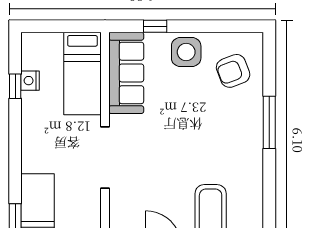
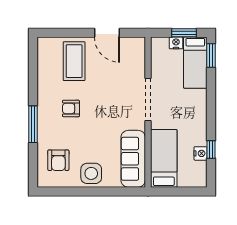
window: (155, 26) -> (113, 191), removed
armchair: (233, 71) -> (58, 160), turned 111
armchair: (215, 145) -> (71, 108), added

